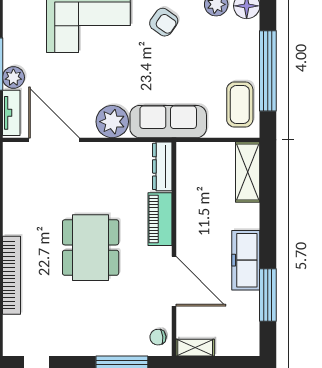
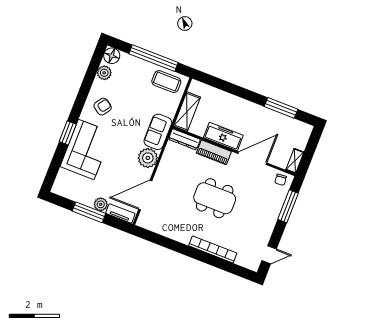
sofa: (168, 122) -> (158, 132), width x0.73
shelving: (248, 172) -> (187, 112), moved, turned 90
freezer: (246, 260) -> (223, 136), moved, turned 180

